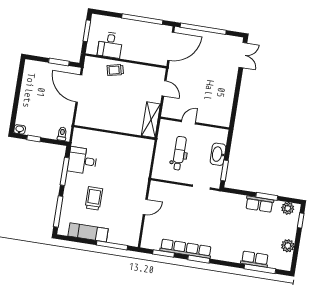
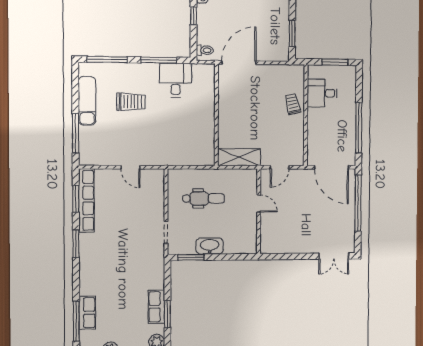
door: (79, 89) -> (239, 62), moved
door: (188, 122) -> (259, 204), moved
wall: (195, 123) -> (259, 211), moved
row of seats: (186, 249) -> (86, 201), moved

